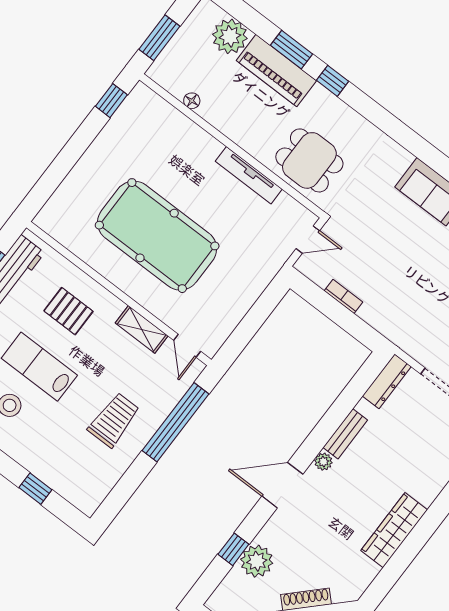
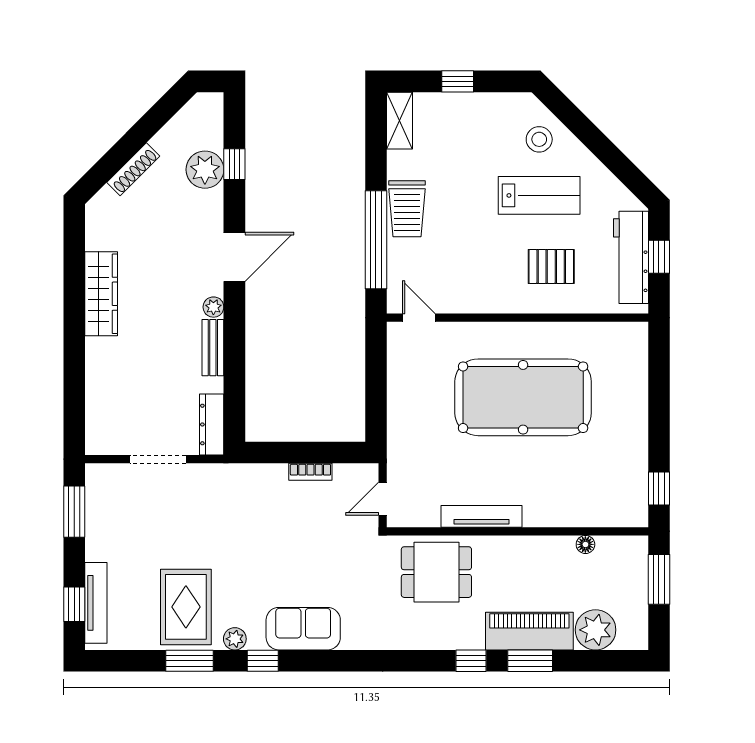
shelving: (142, 329) -> (399, 121), moved, turned 90
trolley: (114, 420) -> (407, 209), moved

